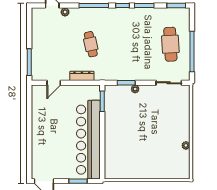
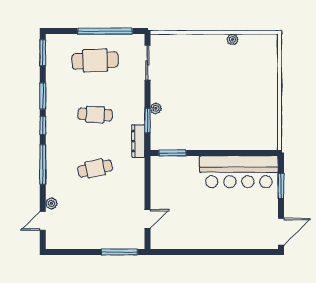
cafe table: (131, 44) -> (95, 114), added
dresser: (82, 76) -> (138, 141), moved
door: (54, 83) -> (147, 219), hinge flipped
bar counter: (88, 140) -> (239, 172), width x0.73

